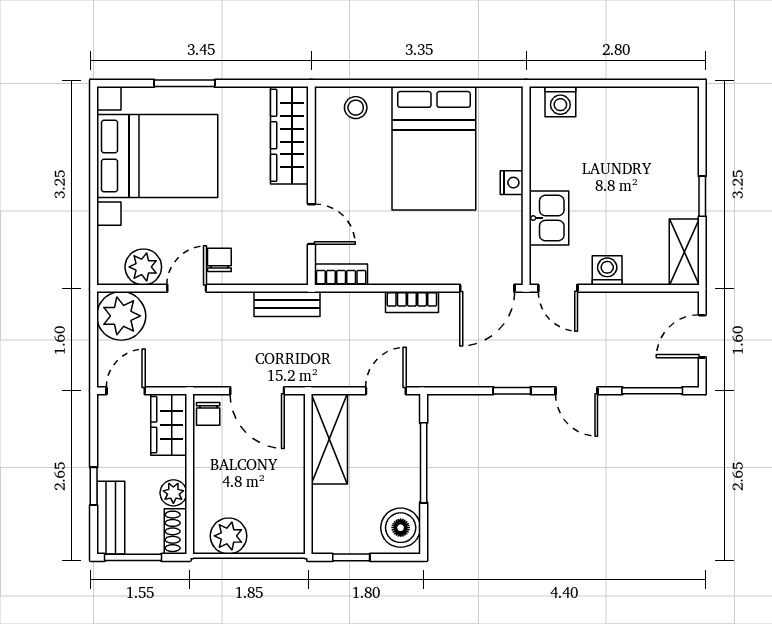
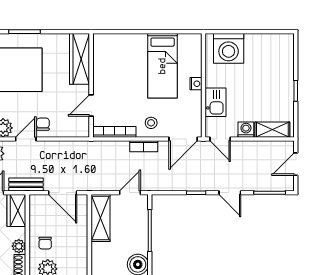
washing machine: (560, 102) -> (229, 48), width x1.89, depth x1.89
stool: (356, 108) -> (151, 123), moved
bed: (434, 148) -> (163, 66), width x0.67
door: (311, 224) -> (91, 105), swing flipped
shelving: (684, 252) -> (272, 130), moved, turned 90
bookcase: (341, 275) -> (114, 132), width x1.56
bench: (287, 304) -> (26, 184), moved
chair: (208, 414) -> (45, 243), moved

